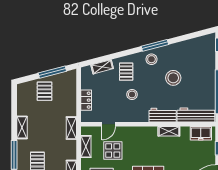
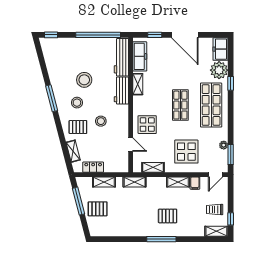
stool: (151, 59) -> (77, 103), moved
locker: (86, 100) -> (93, 167), moved
shelving: (22, 127) -> (104, 182), moved
freezer: (201, 133) -> (140, 56), width x1.40
display table: (113, 151) -> (147, 125), moved

